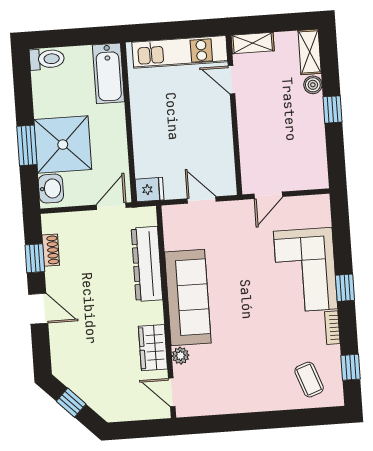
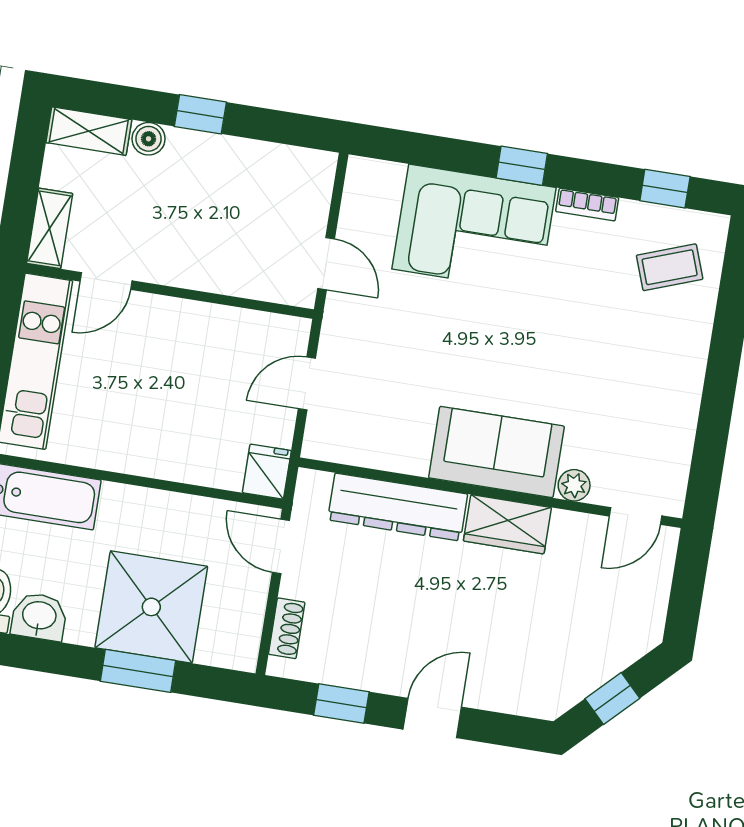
washbasin: (51, 189) -> (39, 617), moved
shoe rack: (51, 250) -> (287, 628), moved, turned 90
sofa: (188, 297) -> (496, 452), width x0.73
wardrobe: (153, 348) -> (507, 524), moved

